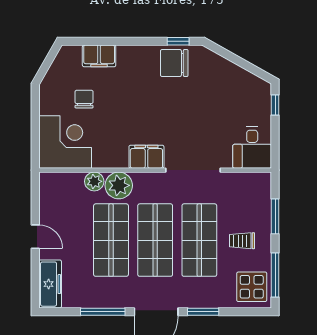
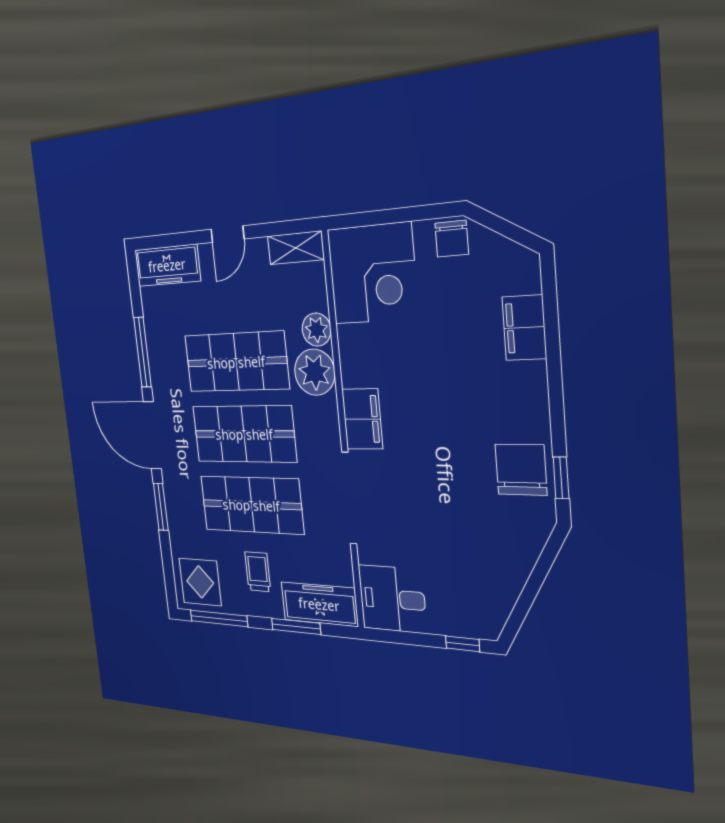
chair: (84, 99) -> (452, 239), moved, turned 90
shelving: (47, 190) -> (296, 248), added
freezer: (259, 198) -> (319, 604), added

